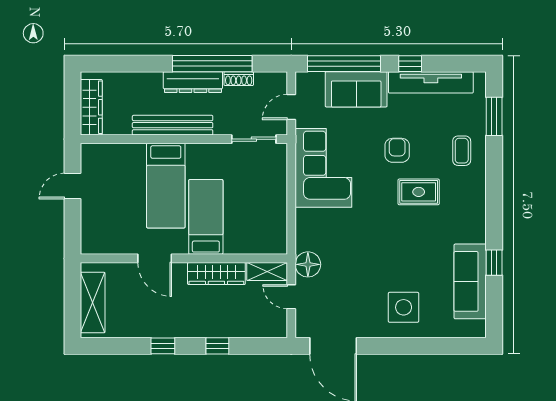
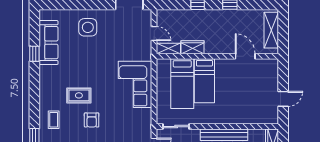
corner sofa: (323, 168) -> (135, 84), moved
bed: (166, 186) -> (182, 84), moved, turned 180
door: (155, 258) -> (245, 56), moved
floor lamp: (308, 264) -> (144, 53), removed
wardrobe: (216, 274) -> (193, 47), width x0.67

